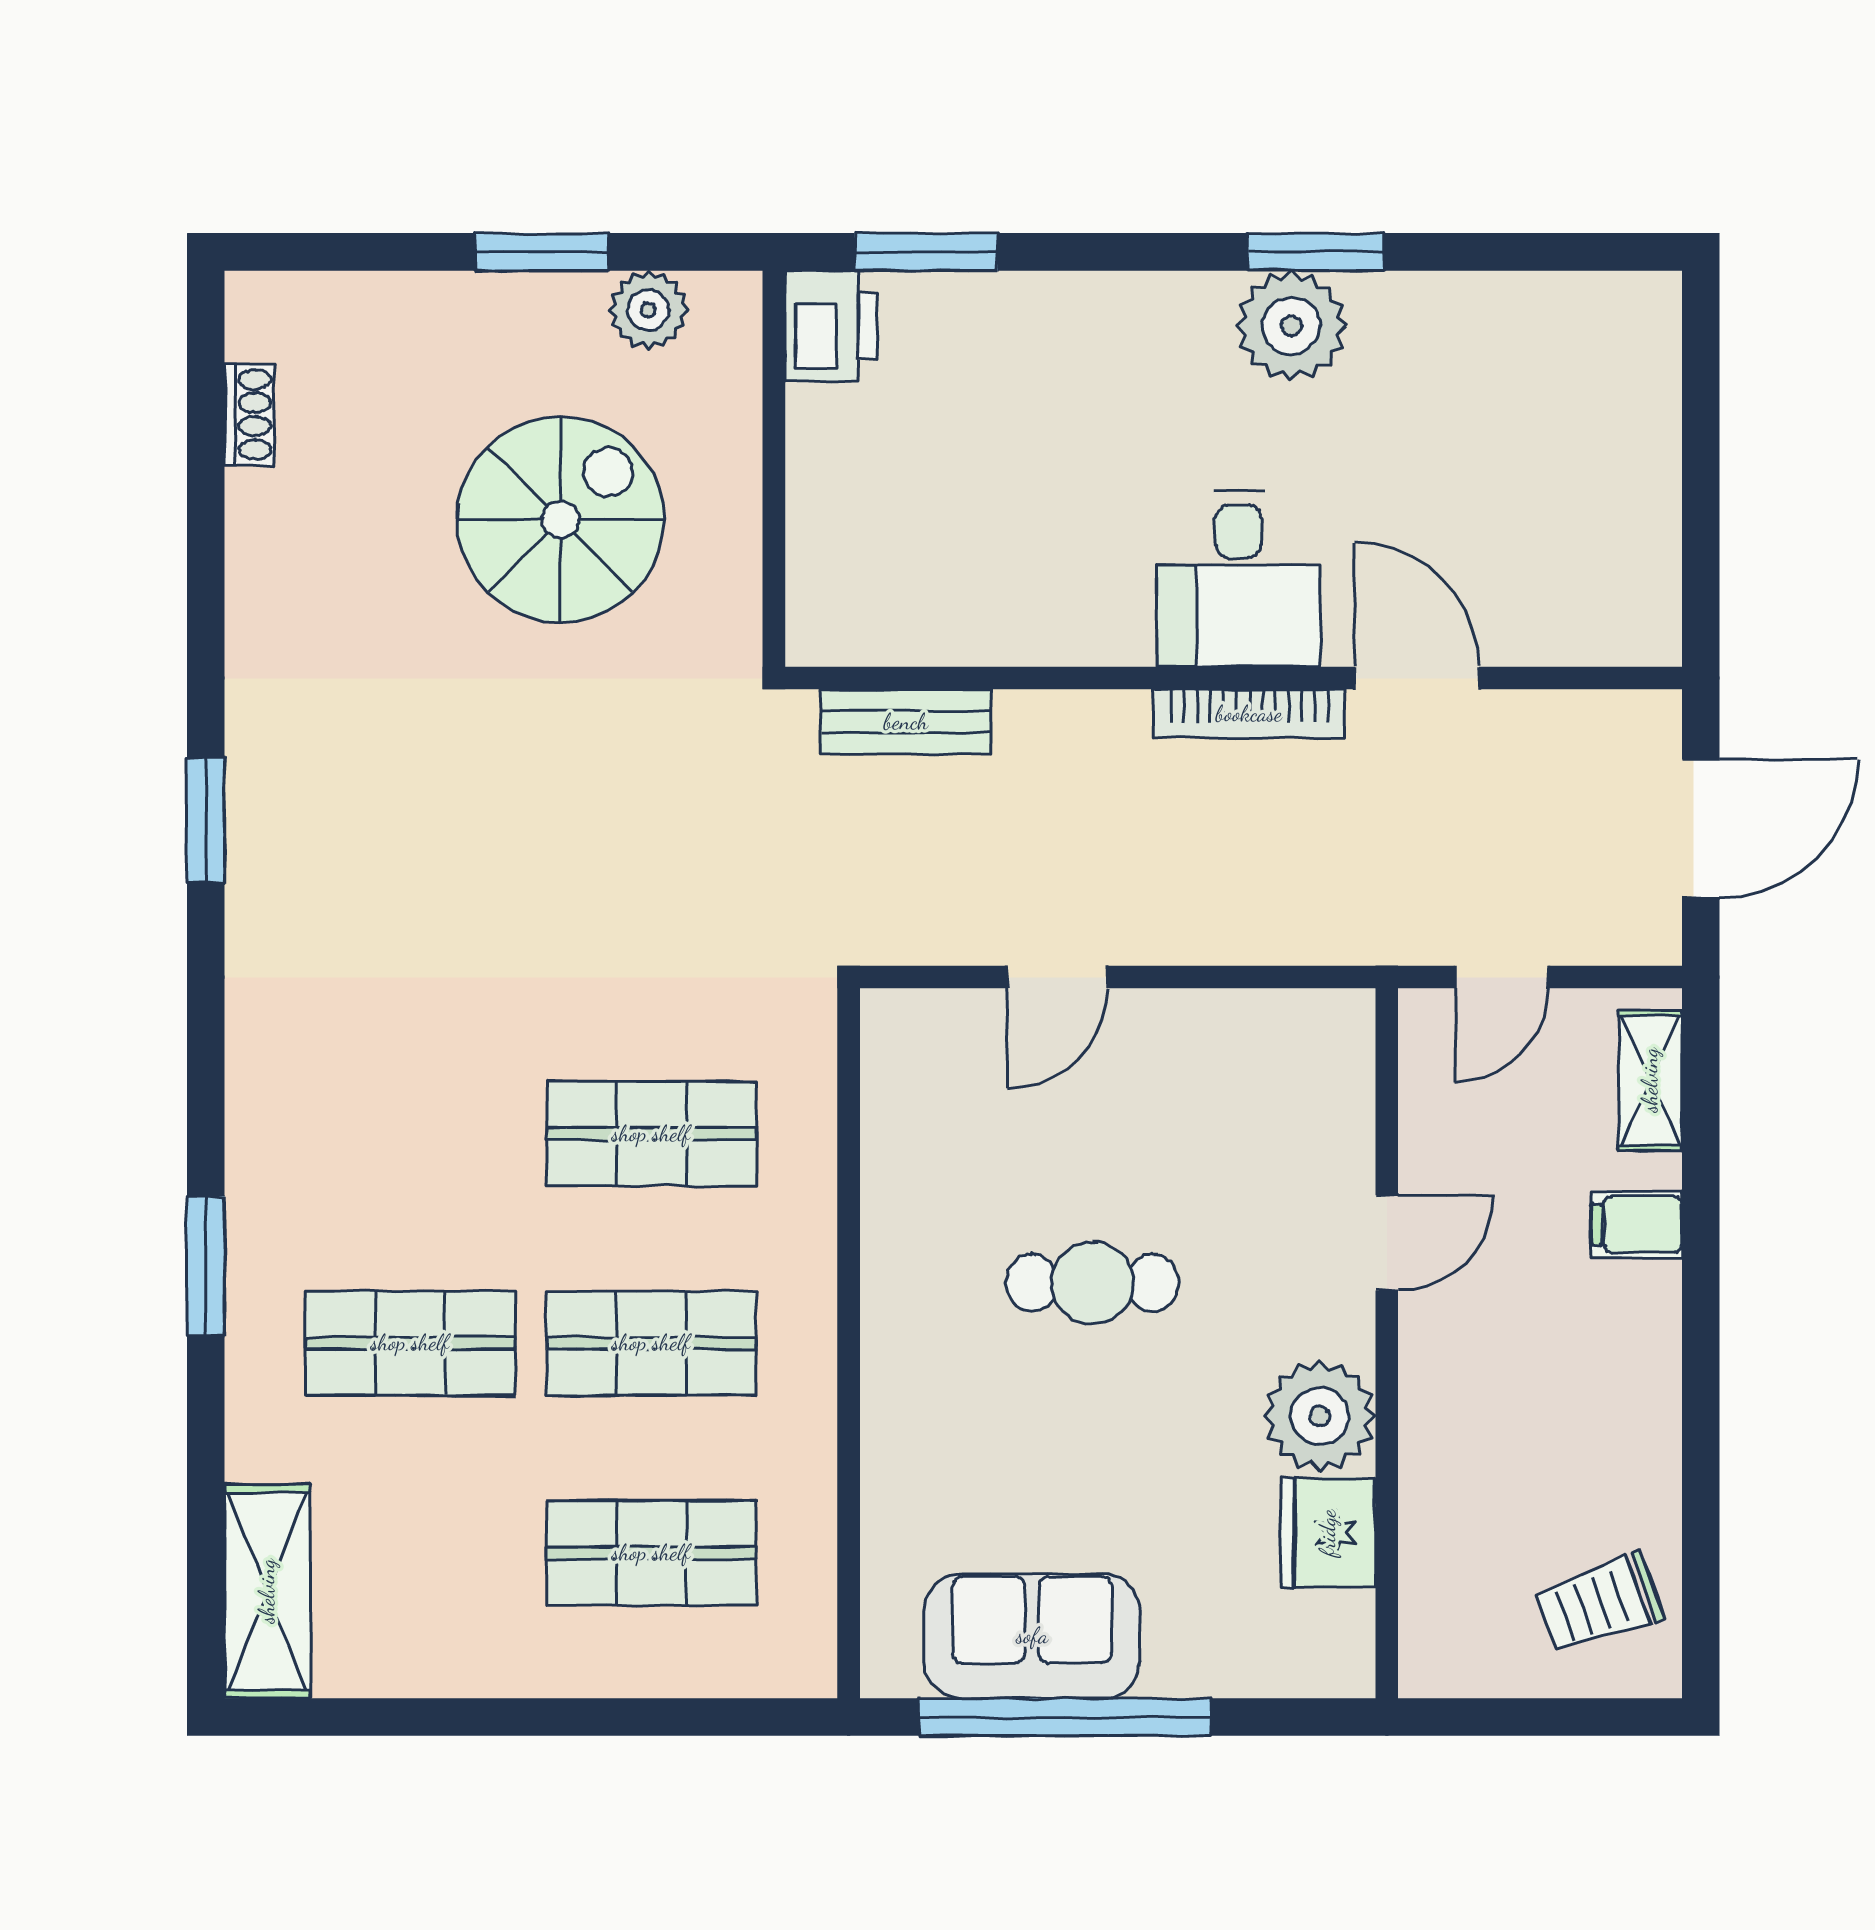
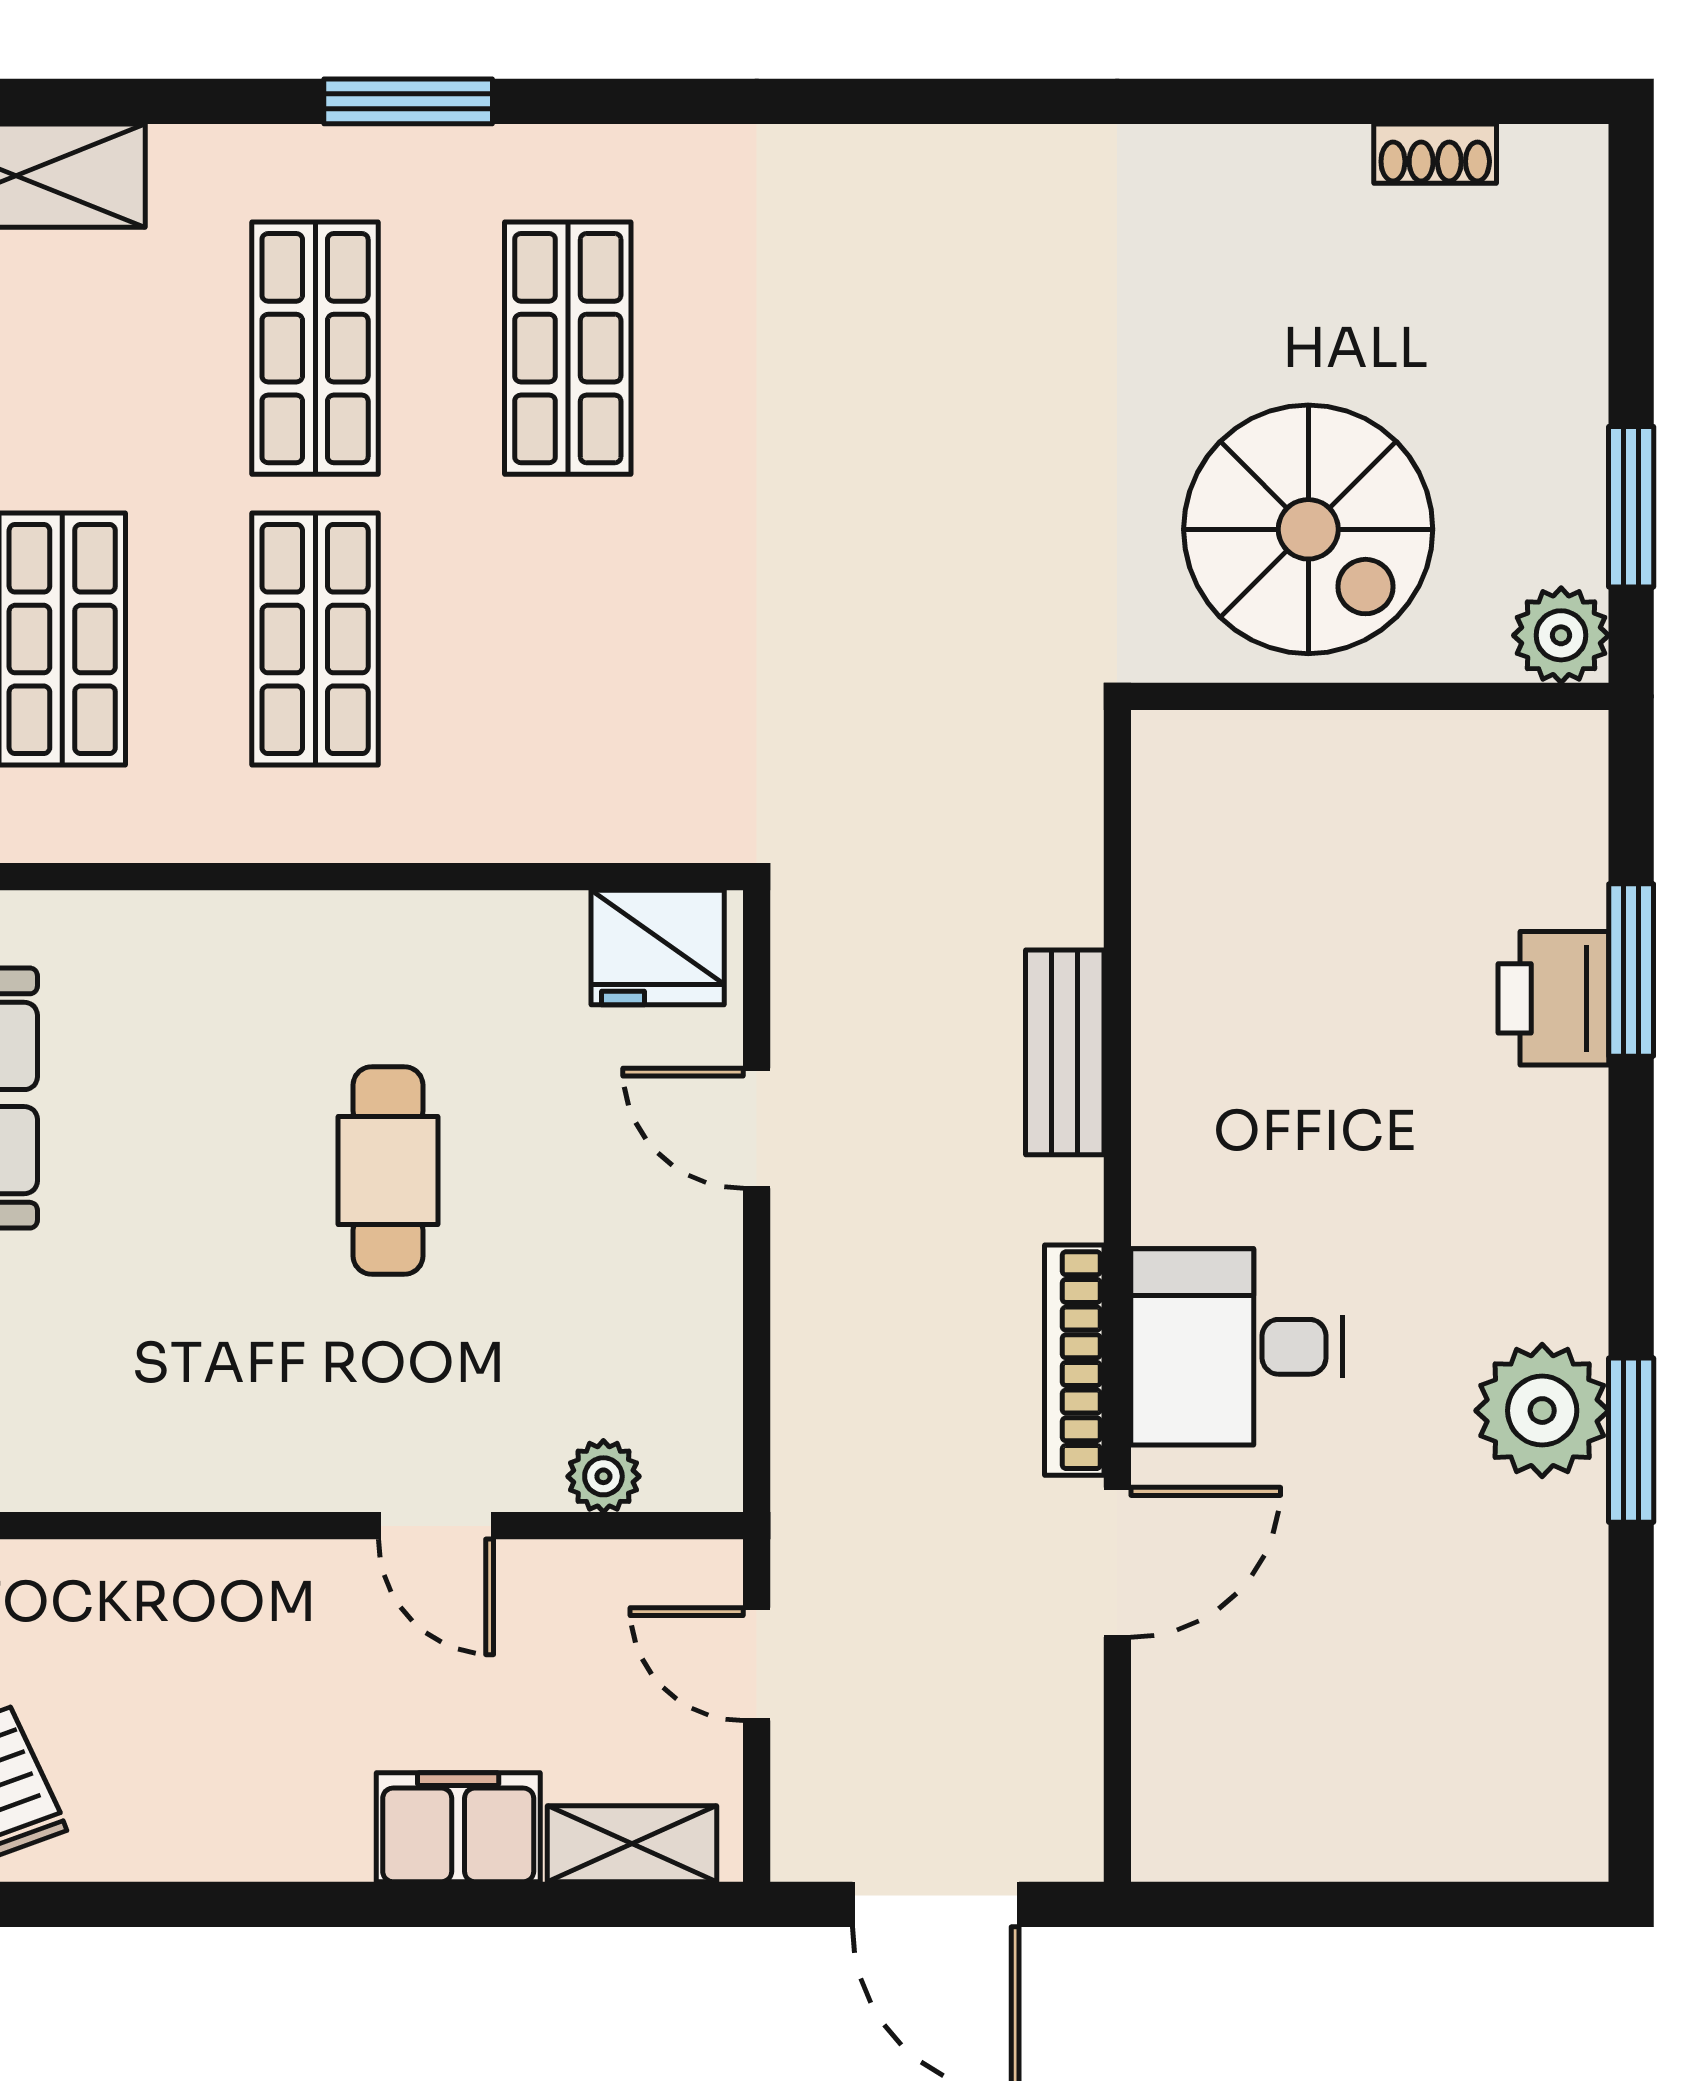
printer: (831, 326) -> (1553, 998), moved, turned 90
wall: (774, 469) -> (1370, 696), moved
bench: (906, 722) -> (1065, 1052), moved
window: (206, 820) -> (946, 101), removed
shop shelf: (651, 1134) -> (568, 348), moved
filing cabinet: (1637, 1225) -> (458, 1827), width x2.00
plant: (1320, 1416) -> (603, 1476), moved, width x0.53, depth x0.53
fridge: (1328, 1533) -> (658, 947), moved, turned 180

